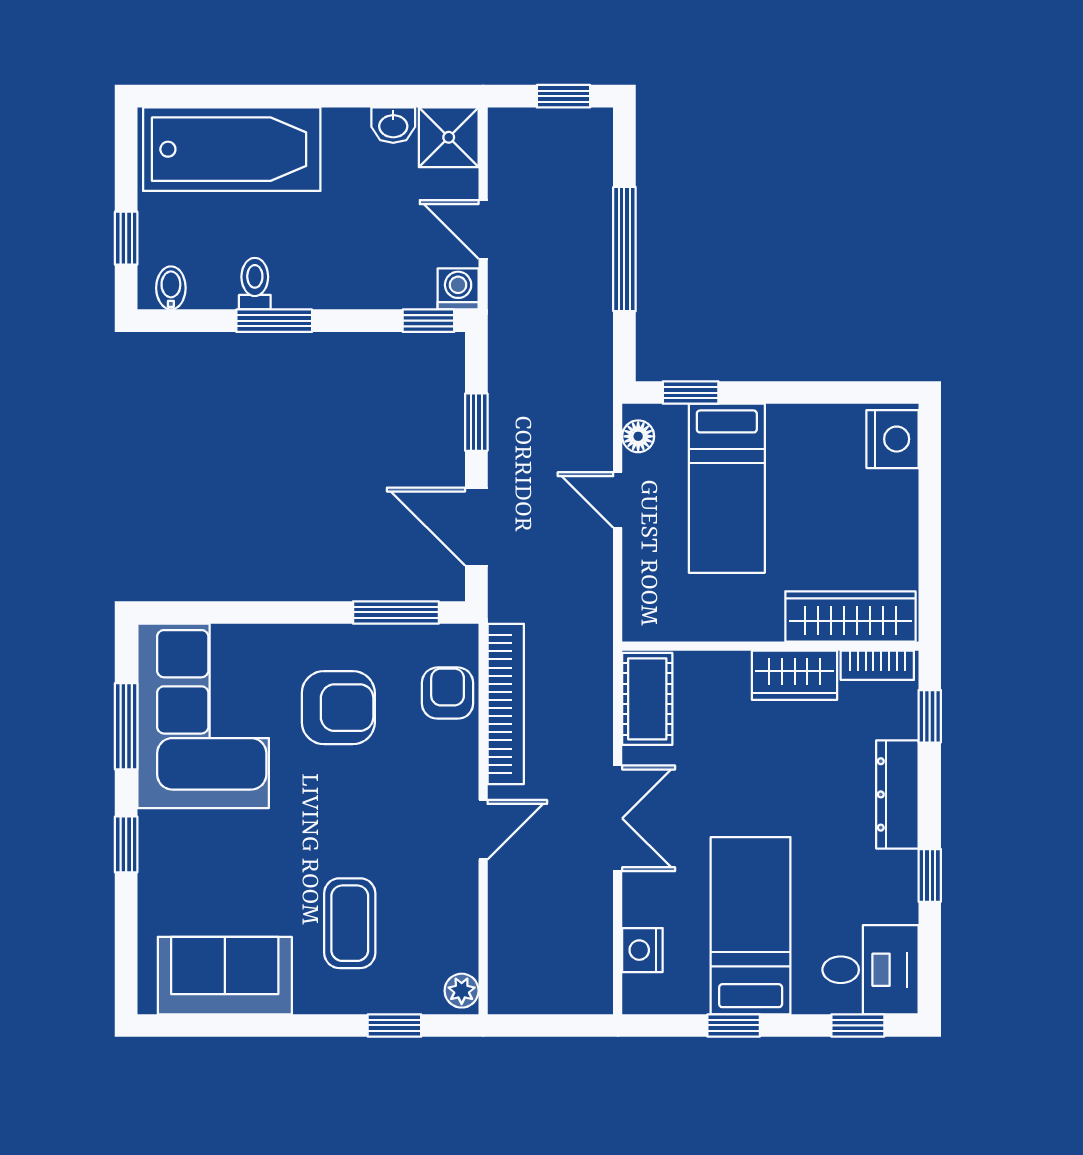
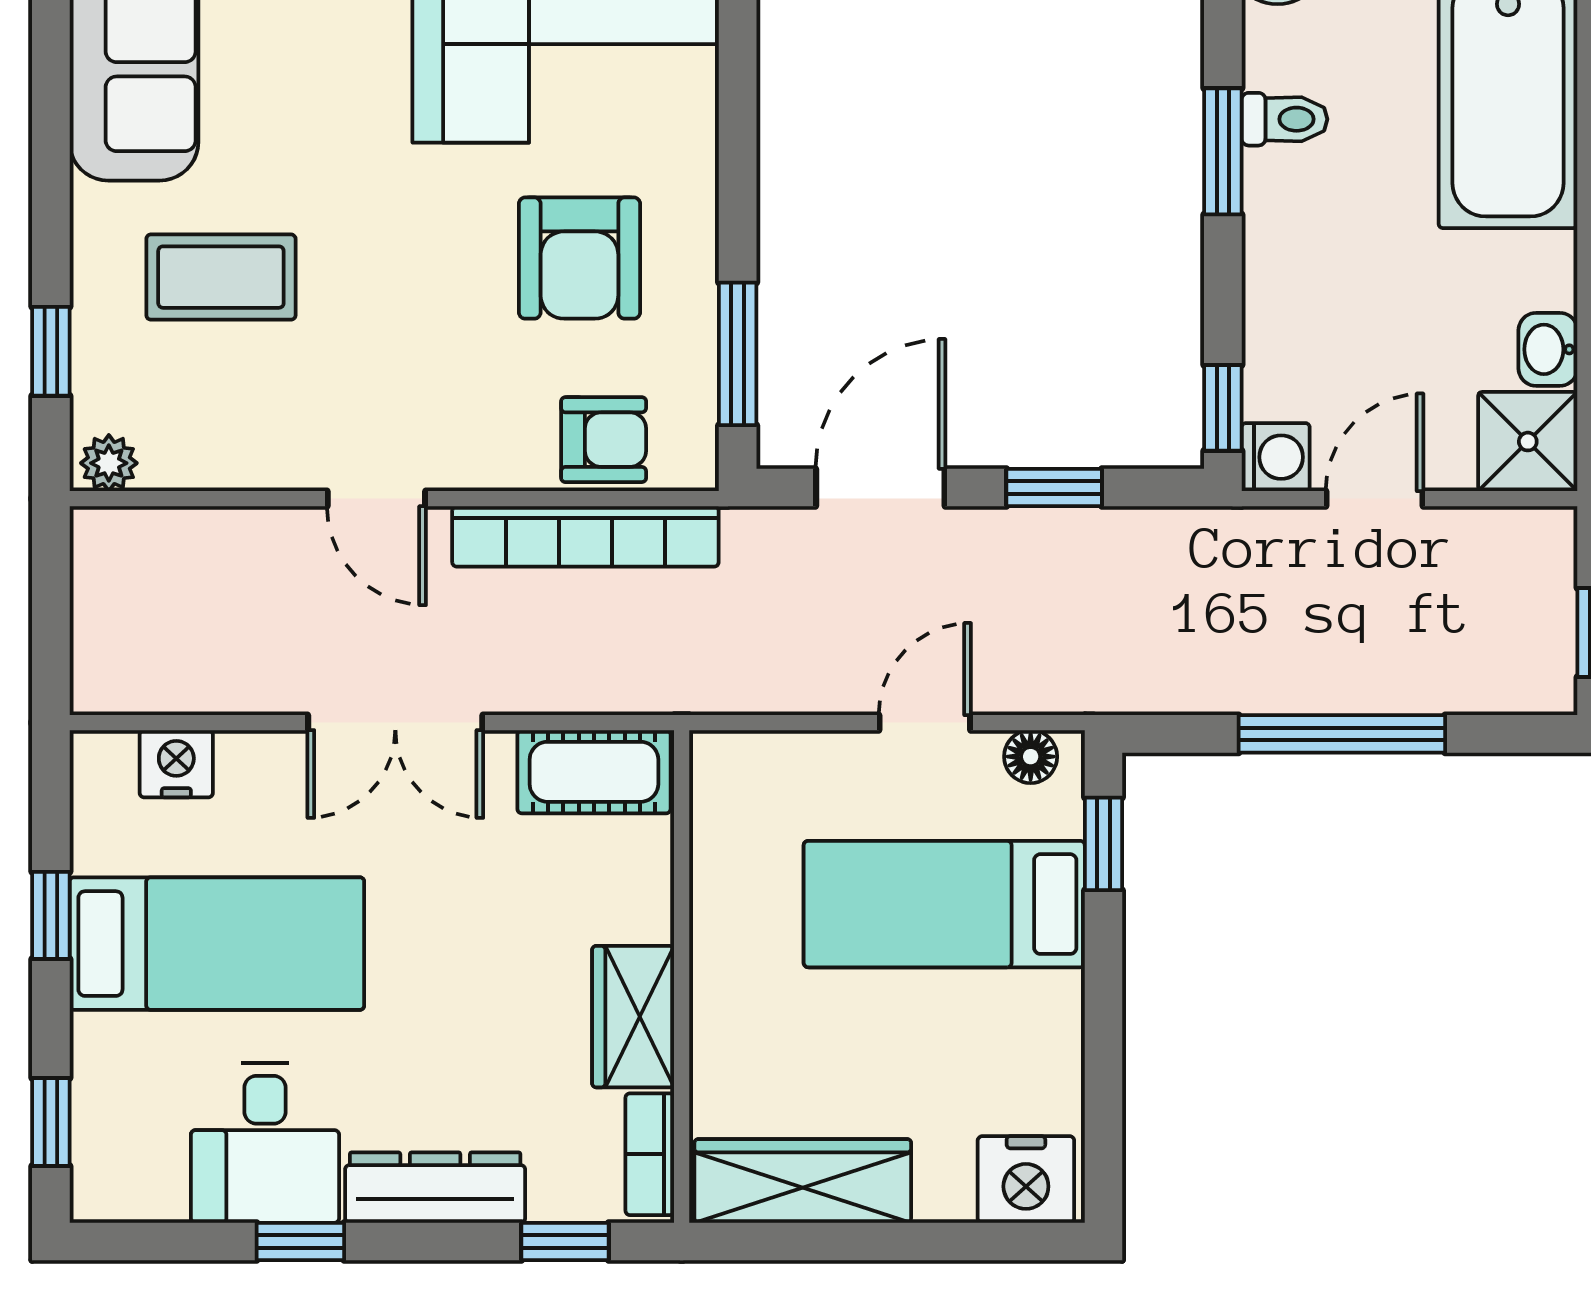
wardrobe: (850, 616) -> (803, 1181), moved, turned -90
desk: (870, 970) -> (265, 1143), moved

